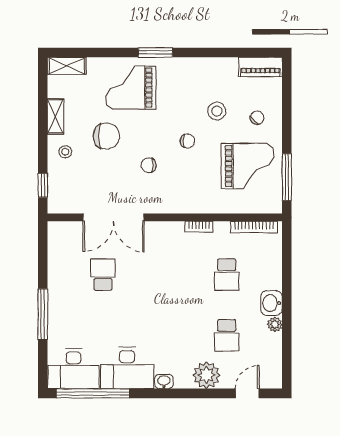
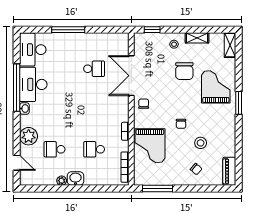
chair: (149, 165) -> (144, 104), moved
grand piano: (248, 166) -> (150, 146), moved
window: (93, 393) -> (17, 88), moved

